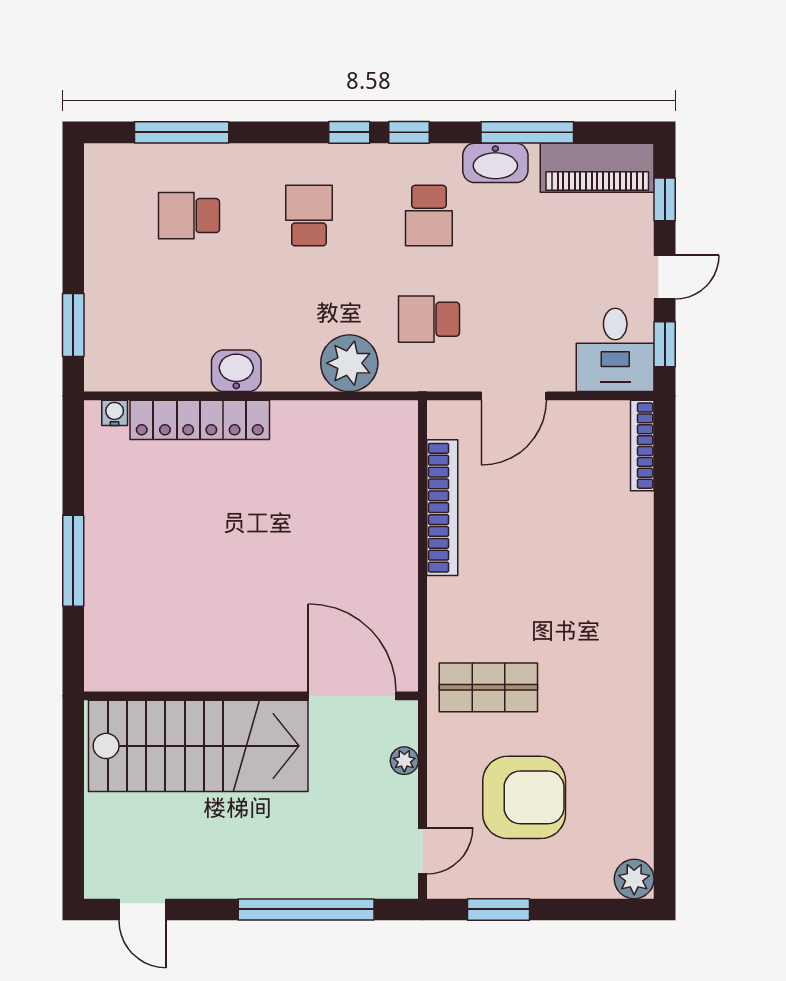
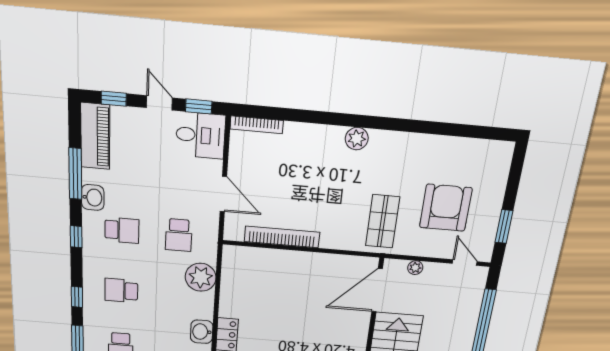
window: (349, 132) -> (77, 297), moved
washbasin: (495, 163) -> (93, 197), width x0.72
plant: (634, 879) -> (357, 139), moved

